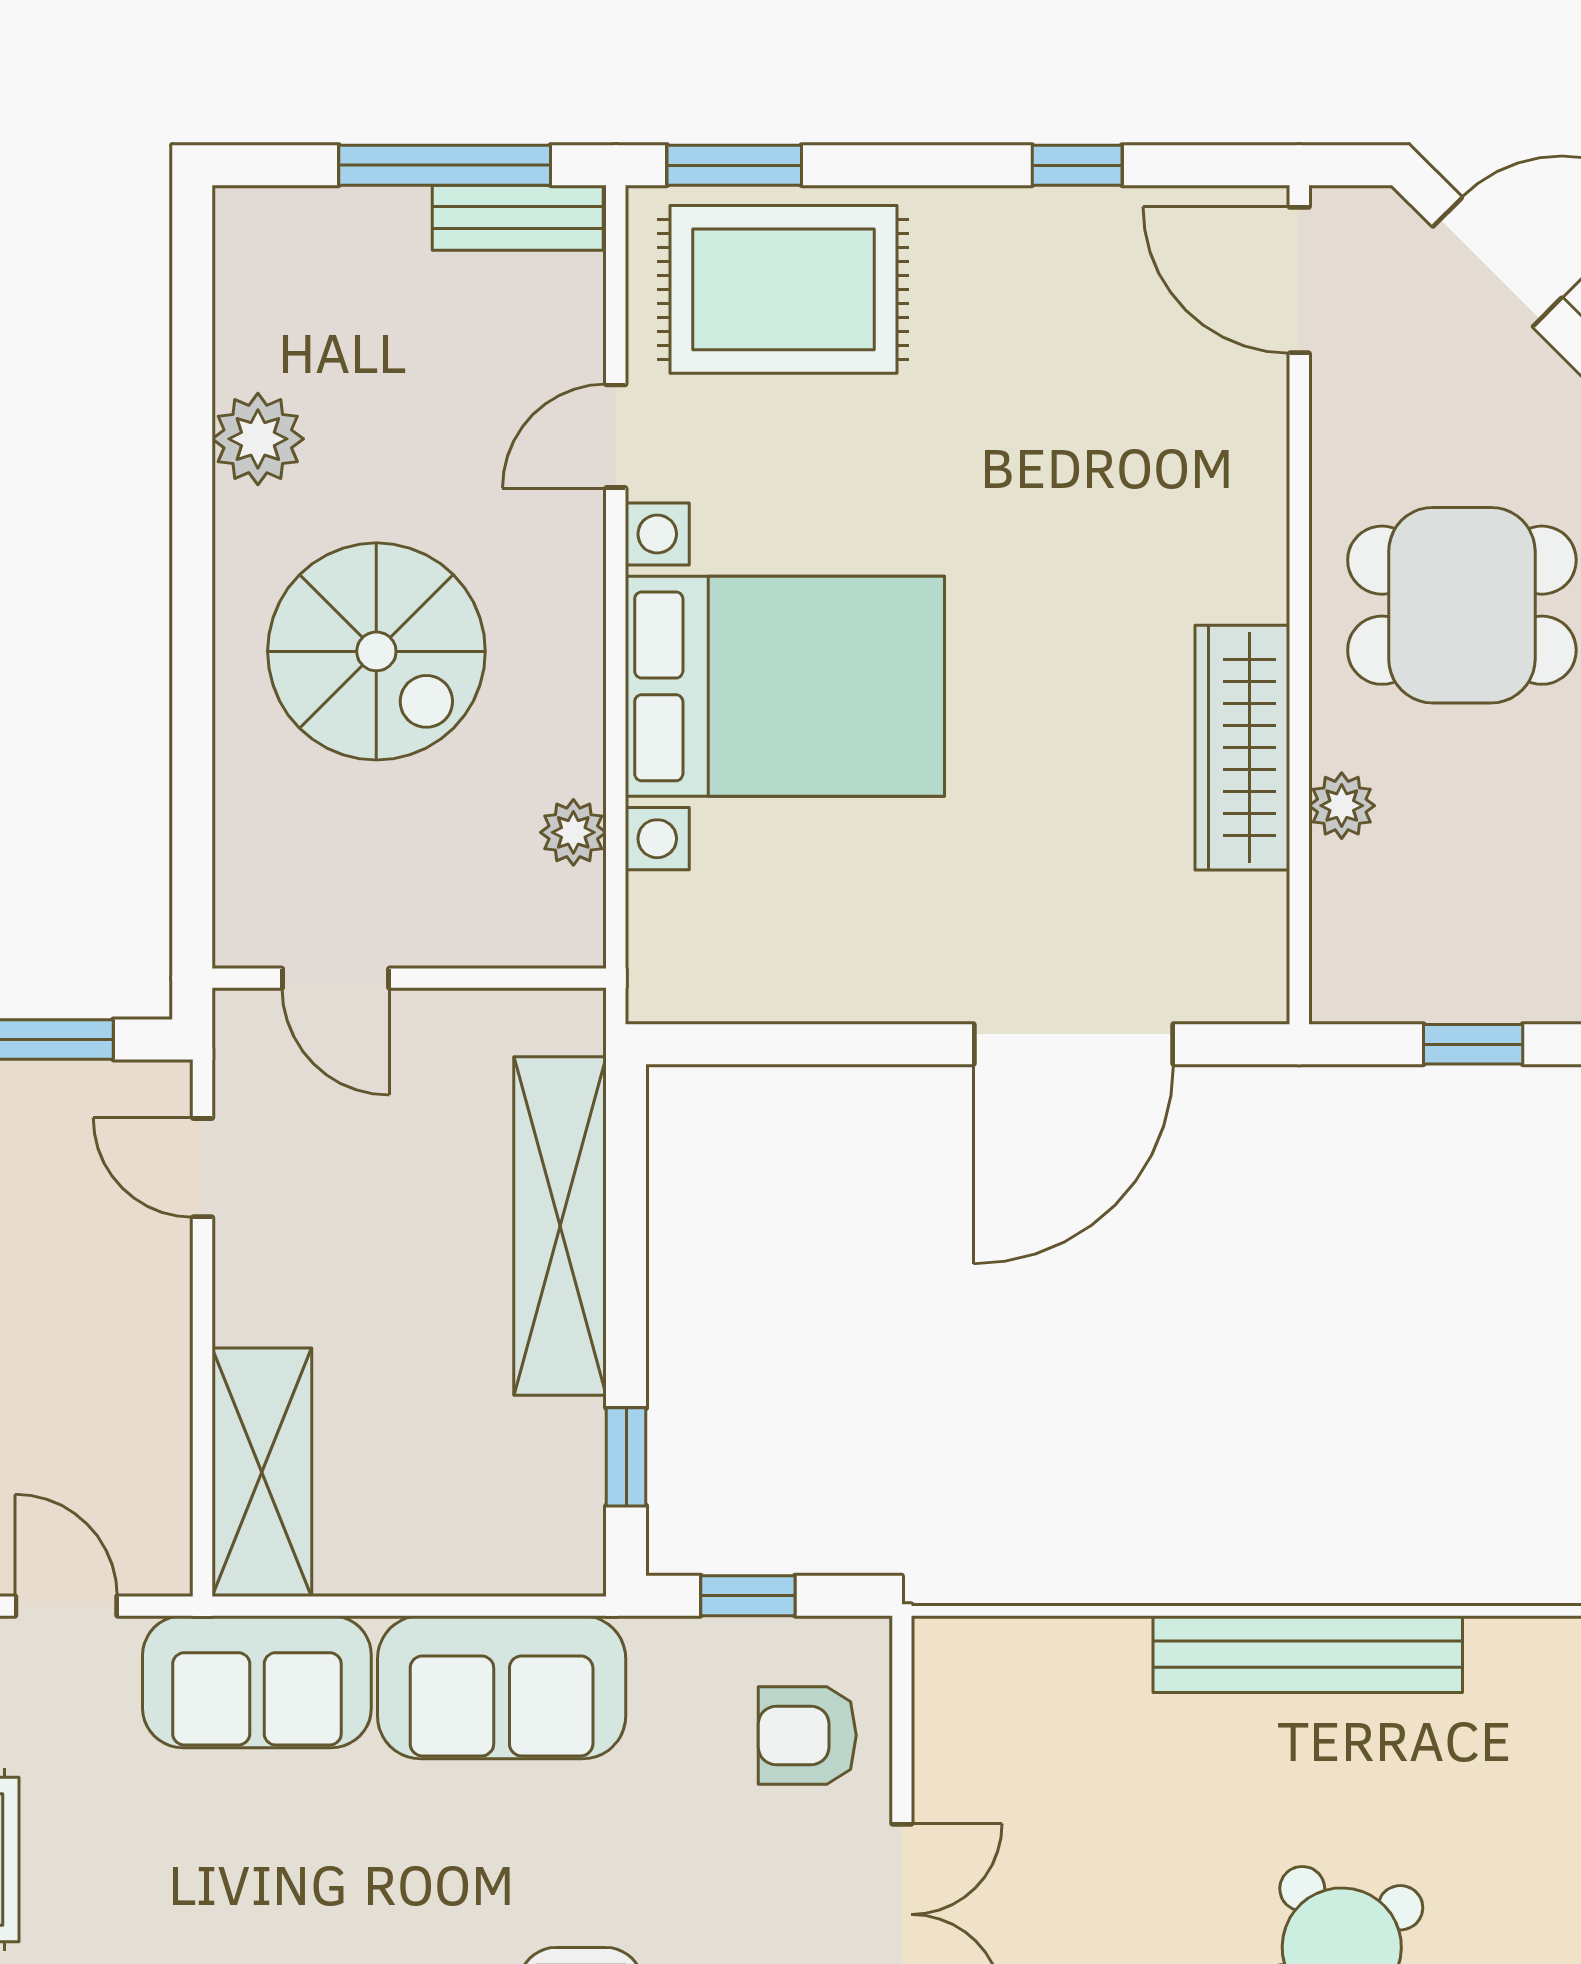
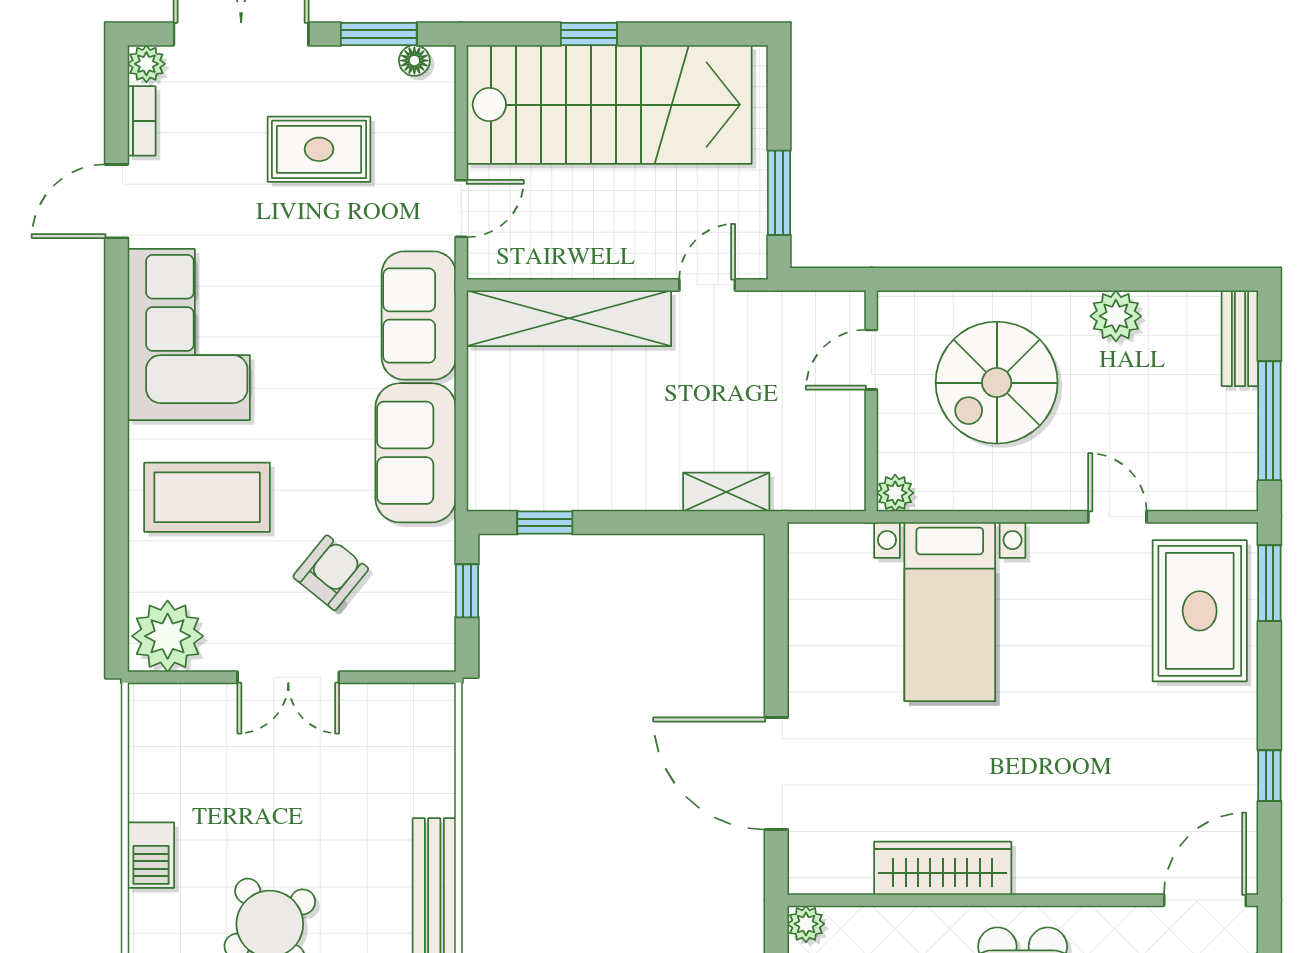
bench: (518, 218) -> (1240, 338), moved
bed with nightstands: (785, 686) -> (950, 612), width x0.73
plant: (1342, 806) -> (806, 924), moved
door: (336, 978) -> (871, 360), moved
wall: (409, 978) -> (871, 401), moved
shelving: (560, 1226) -> (726, 492), width x0.45, depth x0.75
shelving: (262, 1472) -> (569, 318), width x1.47
armchair: (807, 1735) -> (331, 573), moved, turned 39

